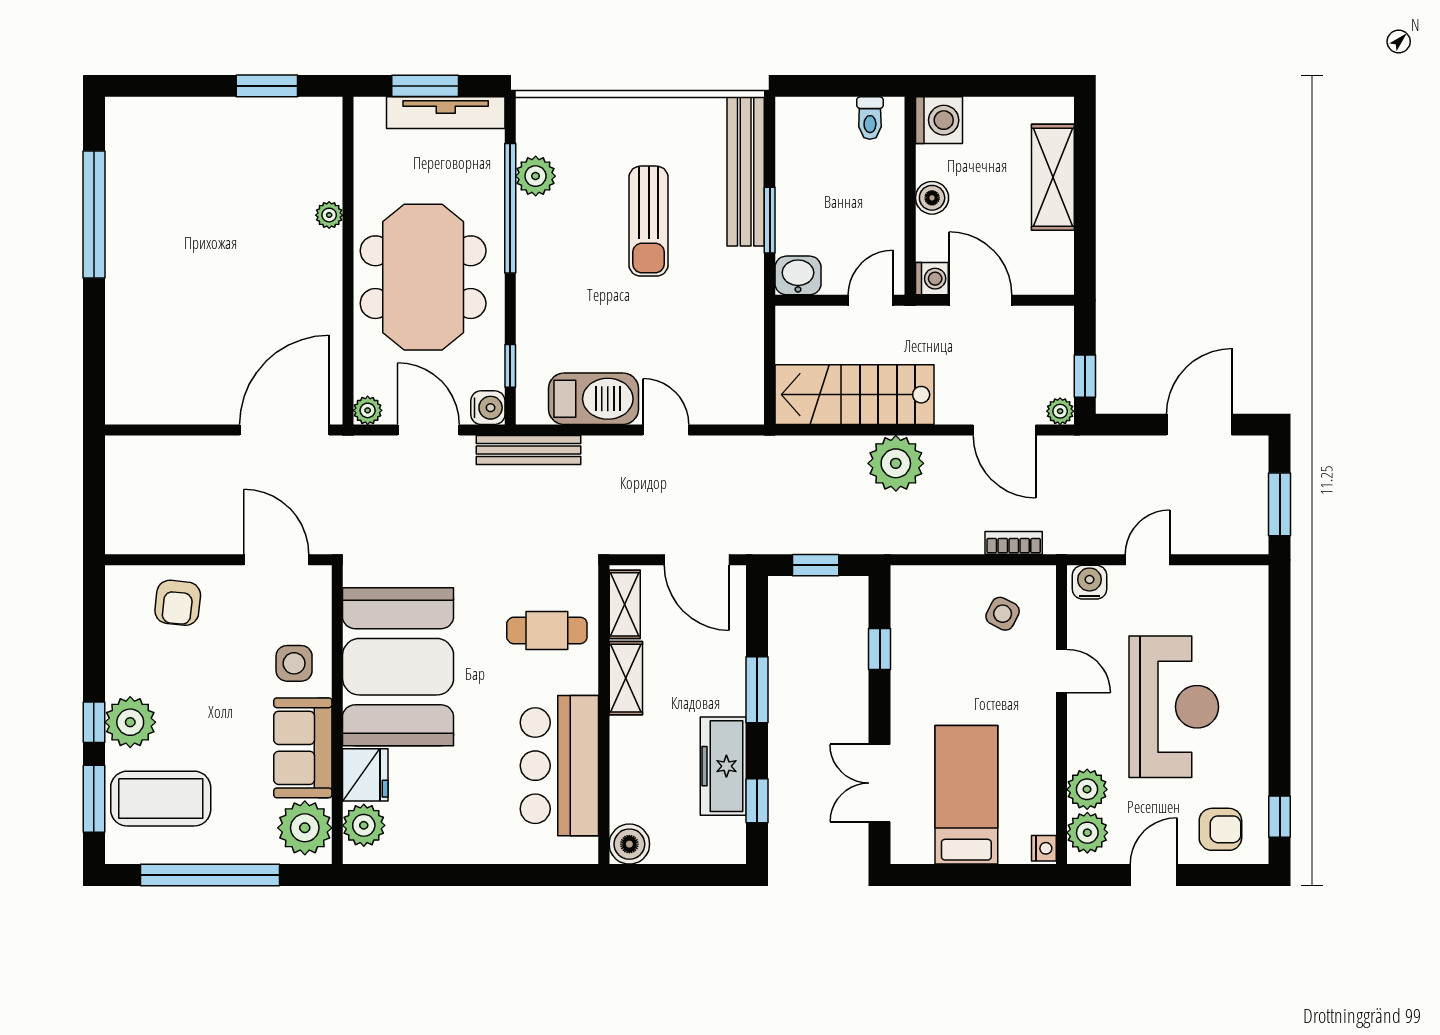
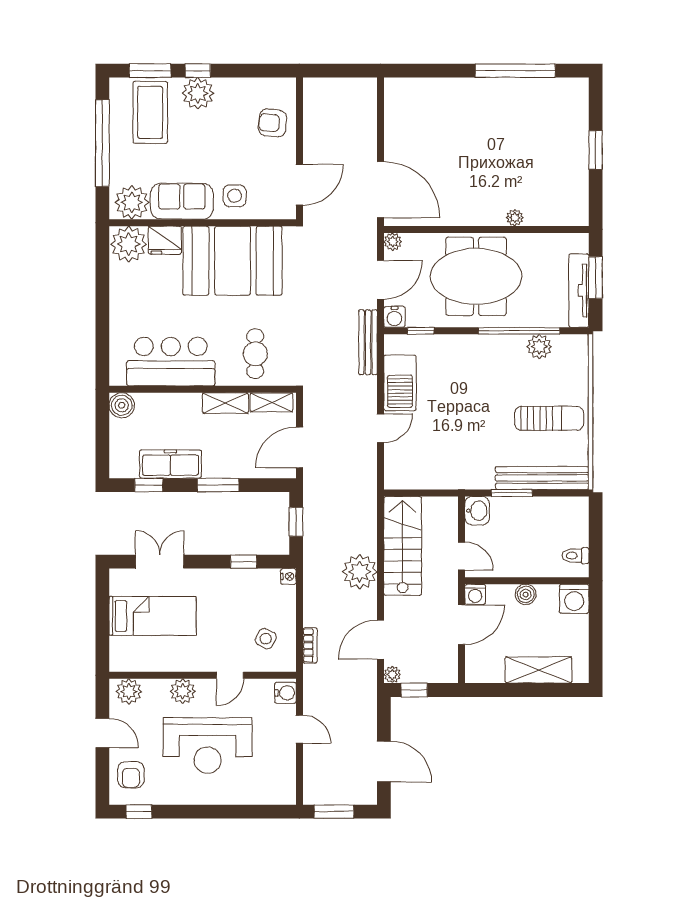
window: (267, 86) -> (596, 150), moved
sun lounger: (649, 221) -> (549, 418), moved, turned 180
plant: (1087, 789) -> (183, 691), moved
plant: (364, 825) -> (129, 244), width x1.36, depth x1.36
nightstand: (1044, 848) -> (288, 576), moved, turned -90

